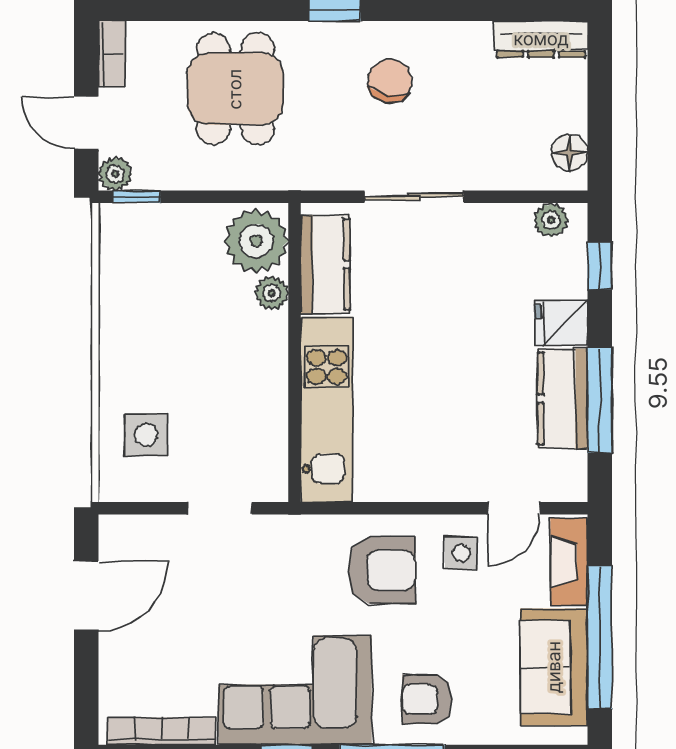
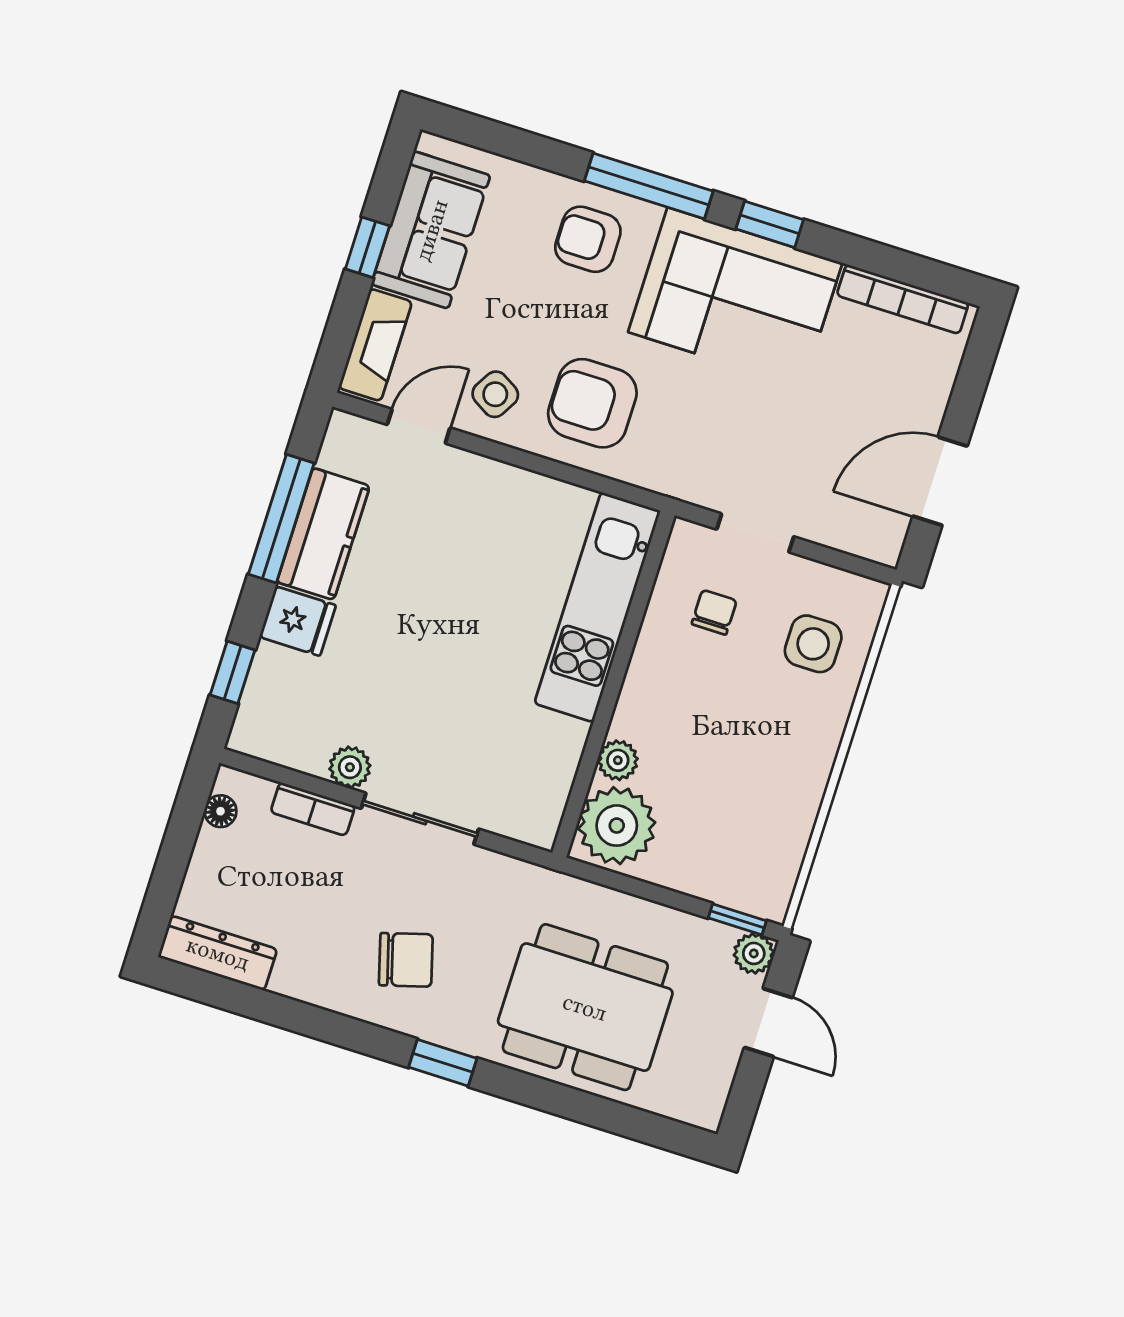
bookcase: (112, 54) -> (313, 809), moved, turned -90
chair: (390, 81) -> (406, 960), turned -116
dining table: (235, 89) -> (585, 1007), width x1.38
floor lamp: (570, 153) -> (221, 811), width x0.73, depth x0.73
plant: (551, 220) -> (350, 767), moved
kitchen counter: (325, 264) -> (546, 774), removed
chair: (233, 435) -> (714, 612), added
side table: (461, 553) -> (495, 394), turned 31
window: (600, 637) -> (367, 247), width x0.32
armchair: (427, 699) -> (588, 239), turned 180

